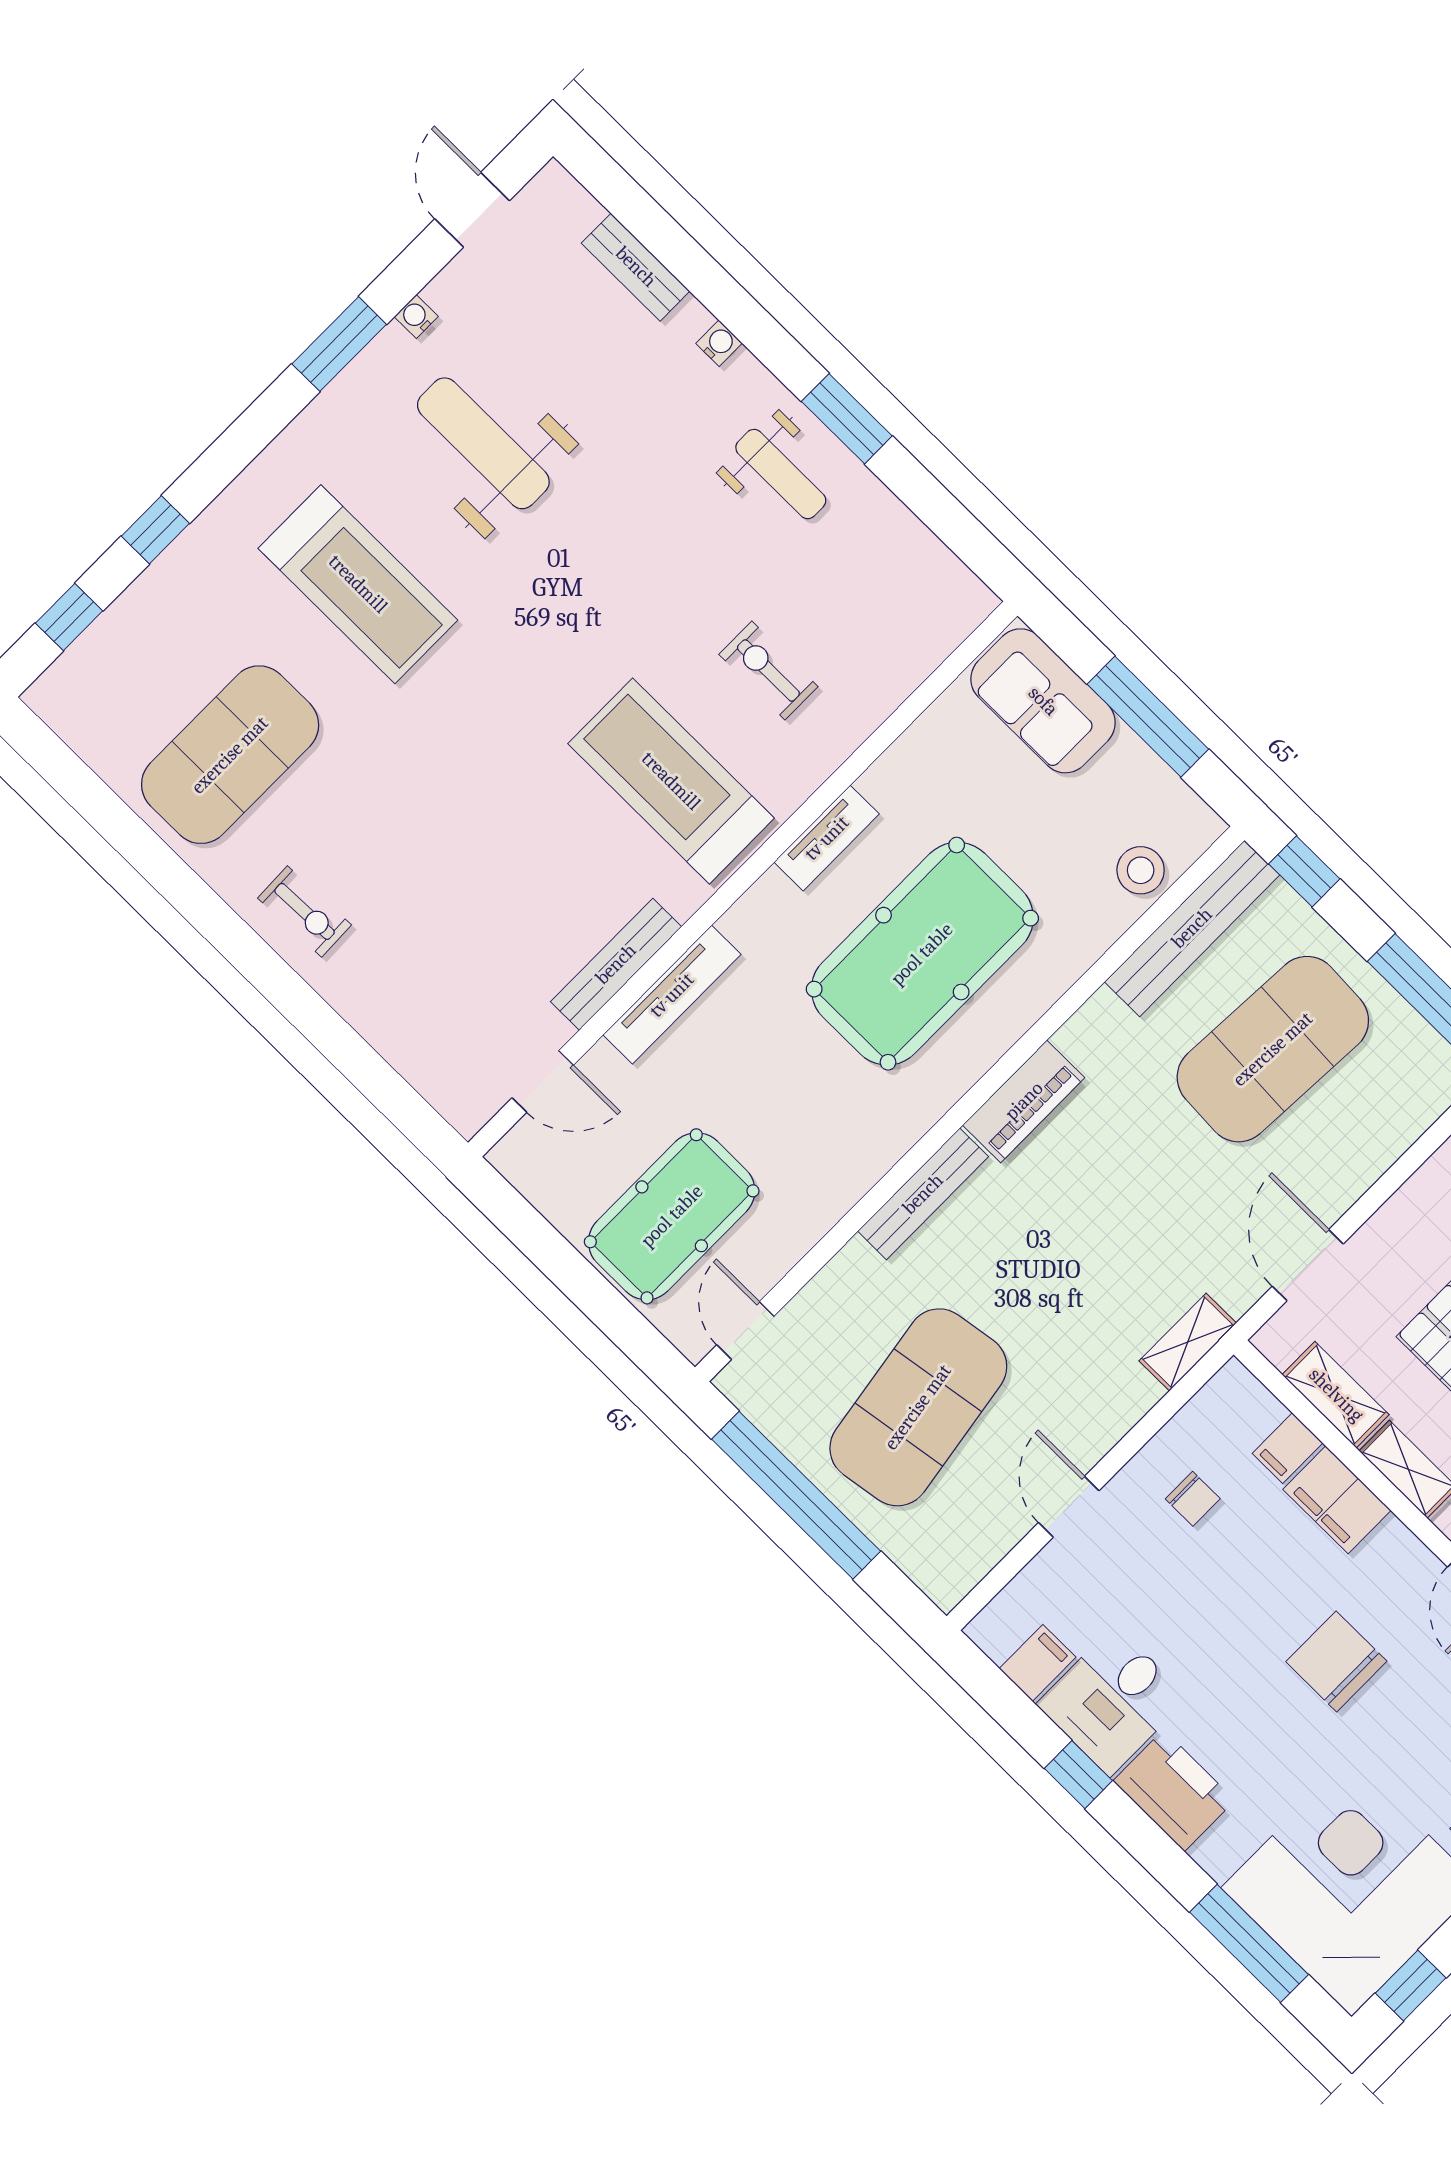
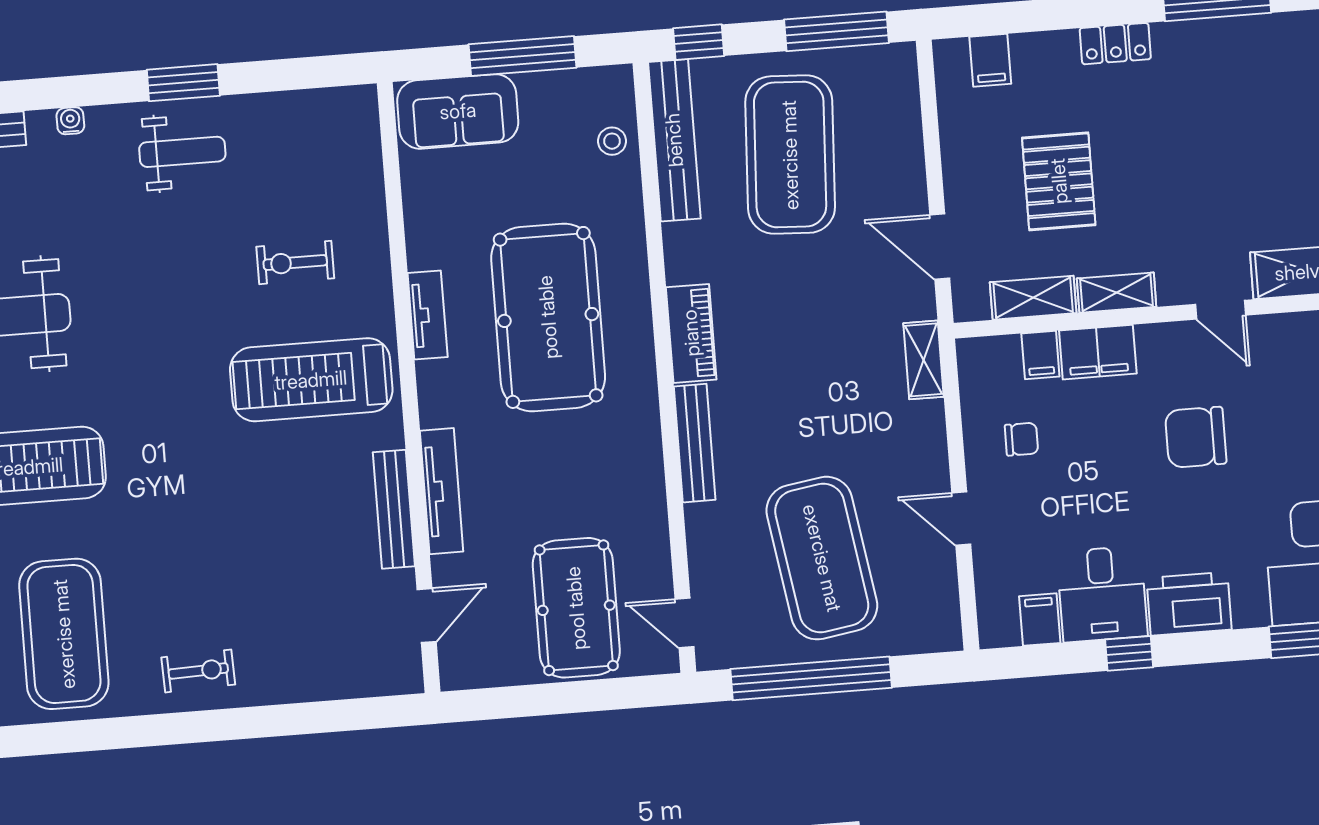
stool: (1141, 870) -> (612, 141), width x0.73, depth x0.73

